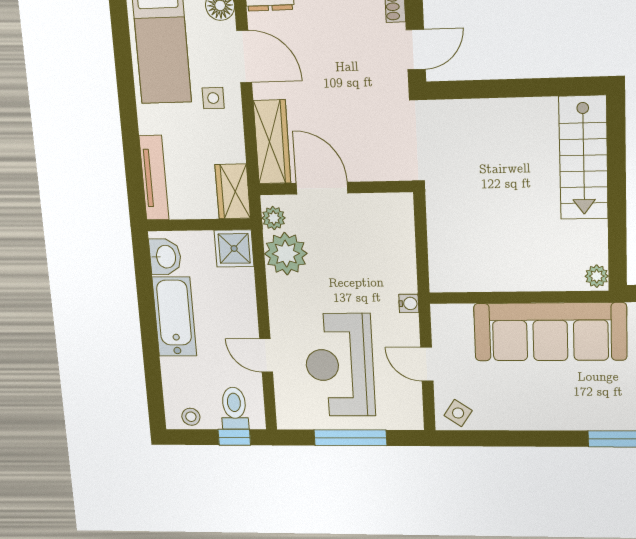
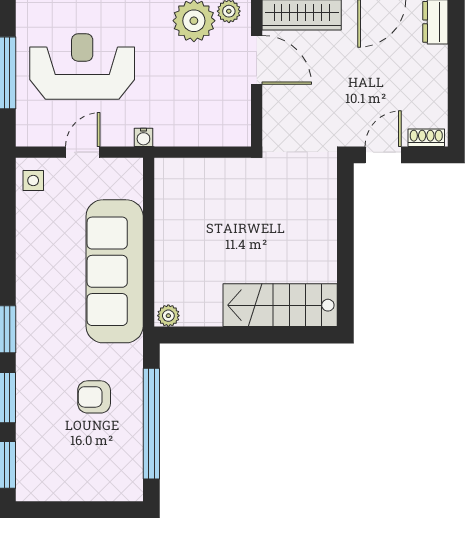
door: (416, 49) -> (383, 155), swing flipped
door: (322, 188) -> (257, 60), hinge flipped
side table: (458, 413) -> (33, 181), turned -34

